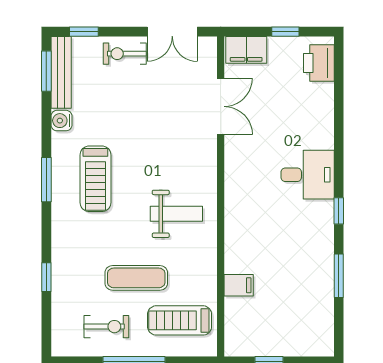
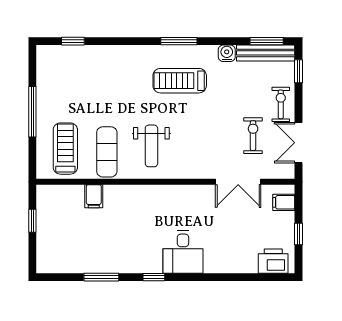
filing cabinet: (246, 50) -> (284, 202), width x0.50
window: (46, 277) -> (73, 41), moved
exercise mat: (136, 278) -> (107, 152), moved
exercise bike: (106, 327) -> (253, 136), moved, turned 180

